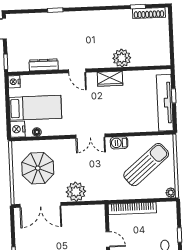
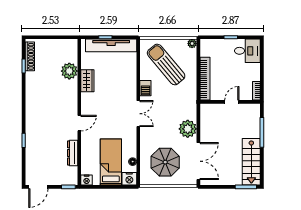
plant: (122, 58) -> (69, 71), moved
wardrobe: (110, 79) -> (87, 81), moved

